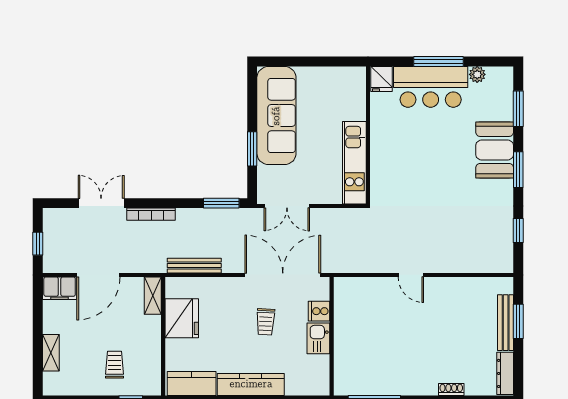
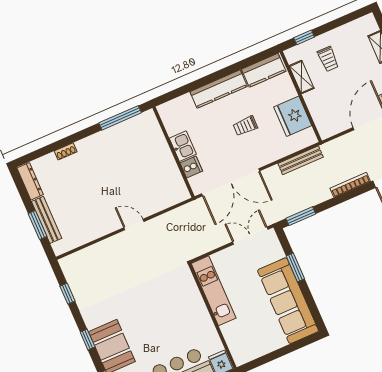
window: (518, 170) -> (88, 340), width x0.67
shelving: (153, 296) -> (302, 77), moved
trolley: (266, 322) -> (245, 126), moved, turned -93

